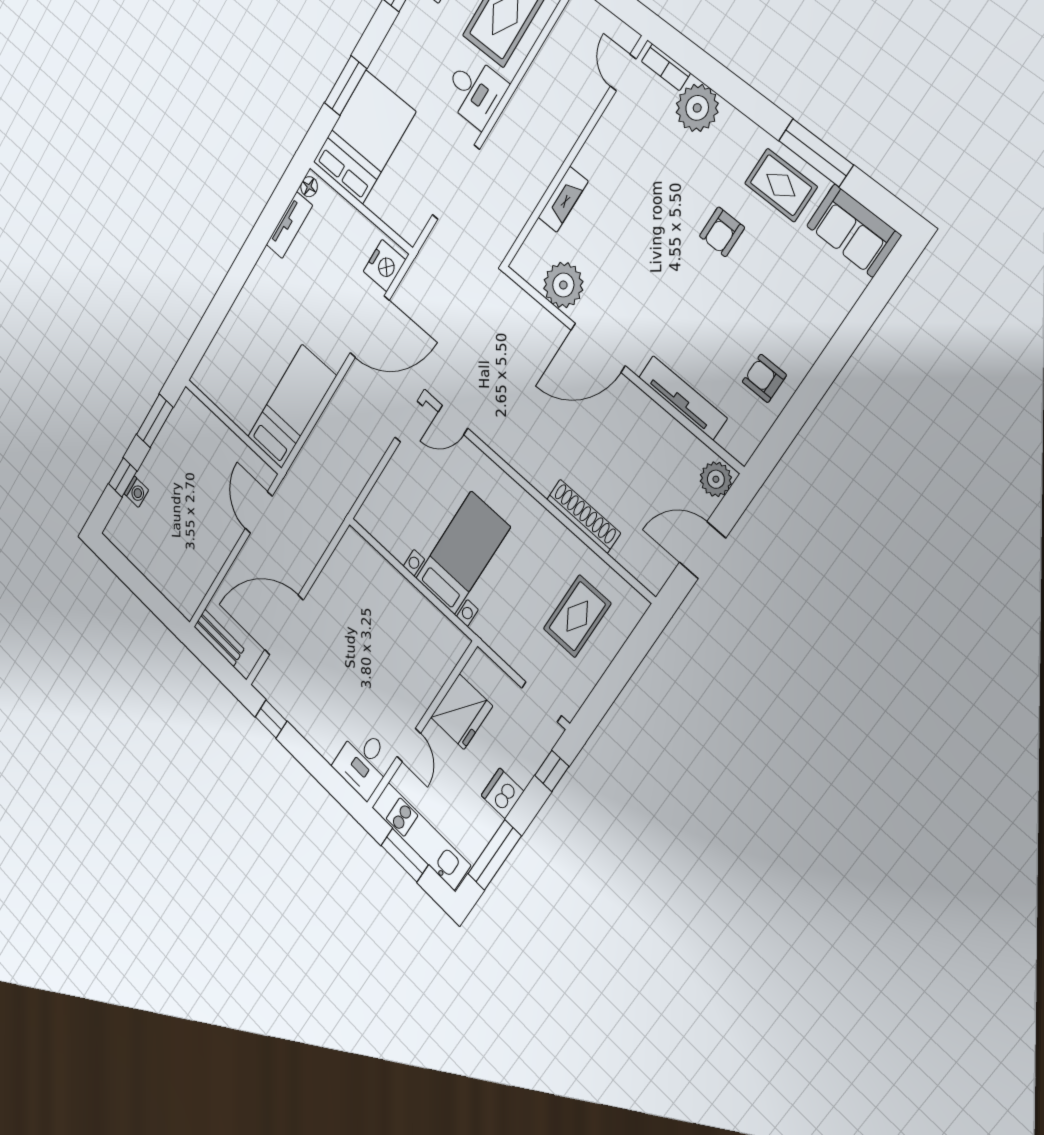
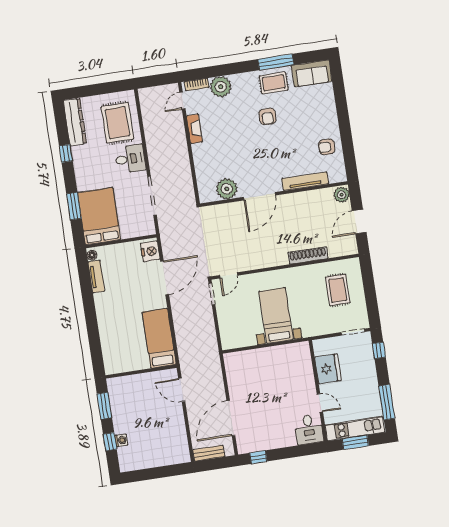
door: (623, 73) -> (182, 101), hinge flipped
fireplace: (563, 199) -> (194, 129), moved
dishwasher: (502, 793) -> (369, 378), removed

